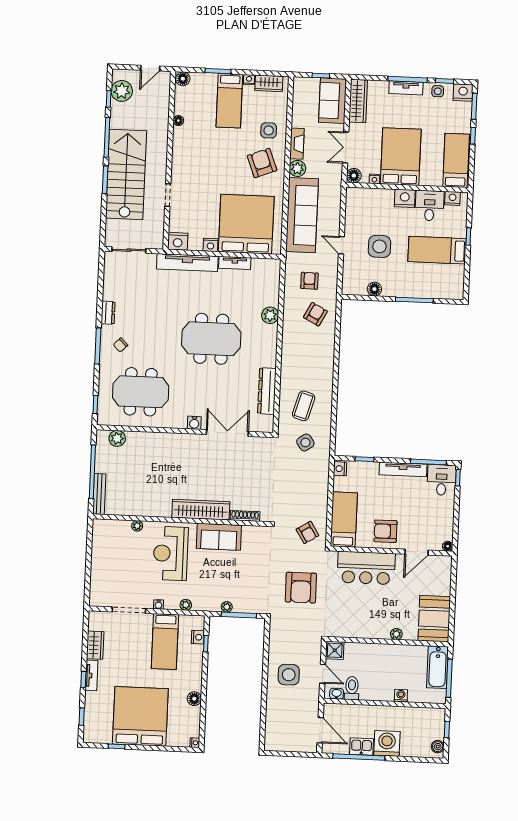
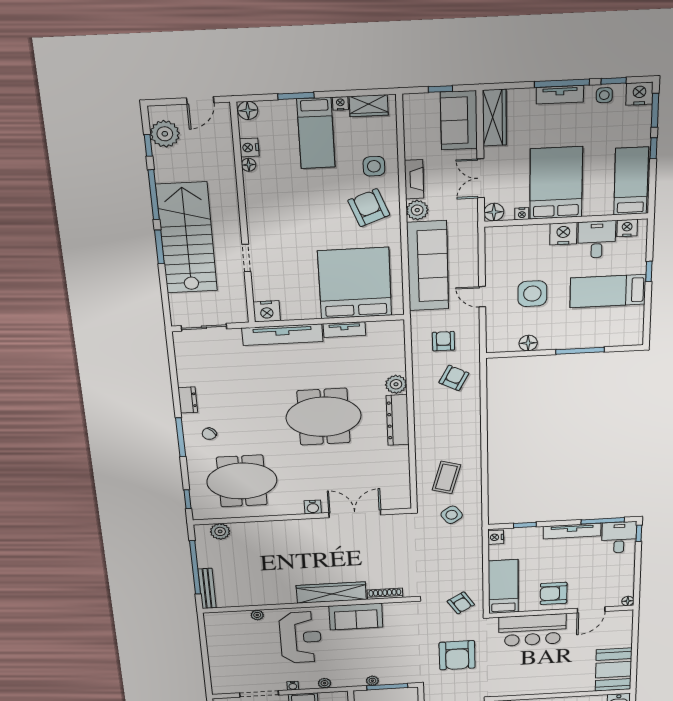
nightstand: (210, 245) -> (249, 147), moved, turned 90
dresser: (267, 391) -> (398, 420), moved
reception desk: (171, 553) -> (301, 637), turned 180
plant: (396, 634) -> (570, 687), removed

